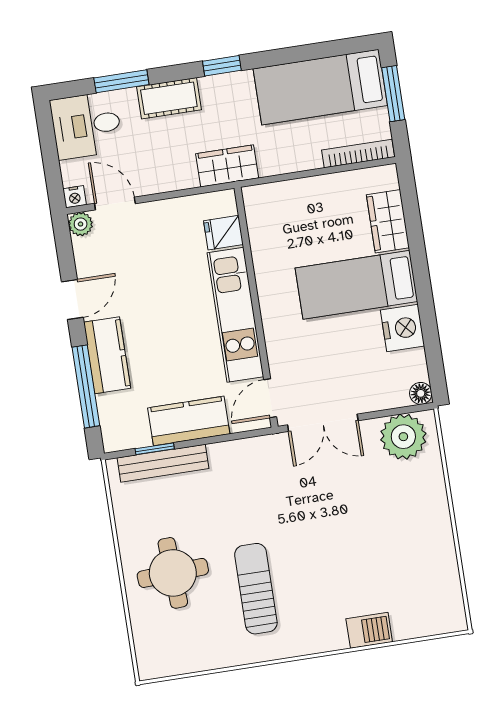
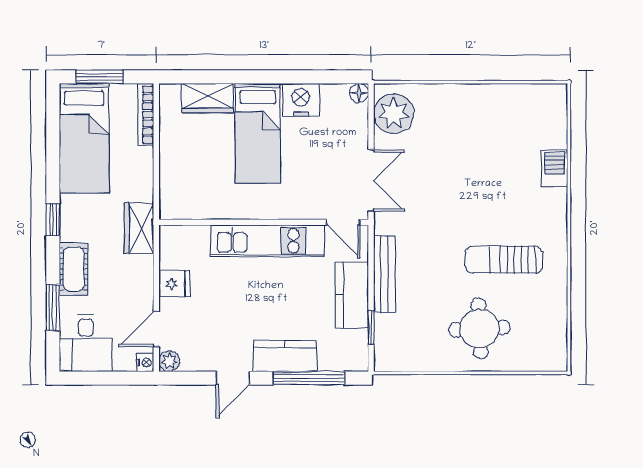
fridge: (223, 233) -> (174, 284), moved, turned -90
door: (72, 300) -> (233, 378), swing flipped
bench: (163, 463) -> (385, 274), moved

